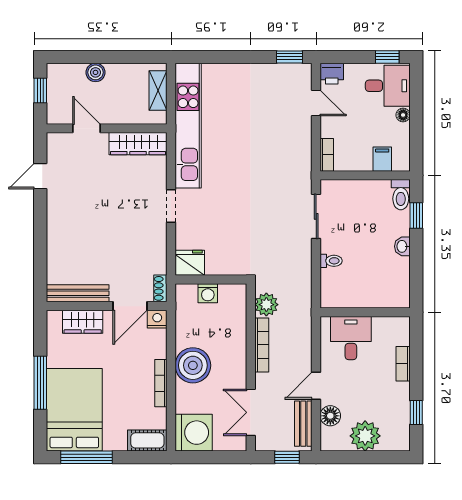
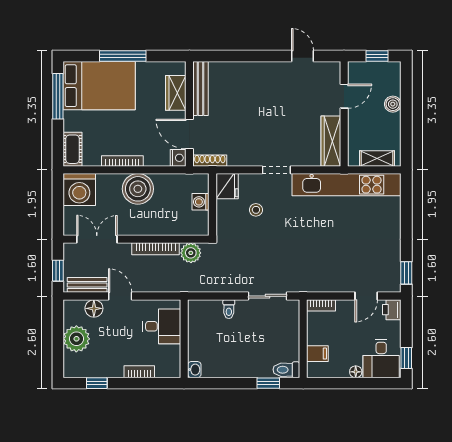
stool: (217, 230) -> (256, 210), added
washbasin: (402, 246) -> (194, 370), moved, turned 90
shoe rack: (160, 288) -> (210, 161), width x1.43

